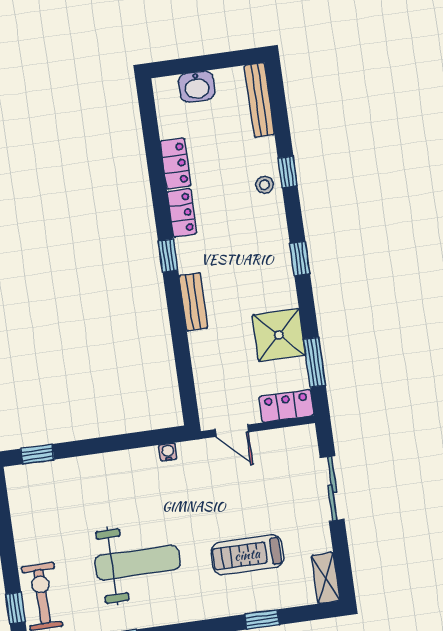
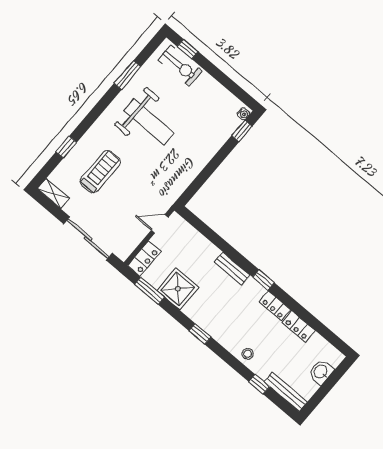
window: (288, 172) -> (259, 384), moved
water cooler: (168, 452) -> (243, 114), moved
sliding door: (332, 489) -> (88, 239), width x1.37
weight bench: (138, 562) -> (149, 122), turned -90

